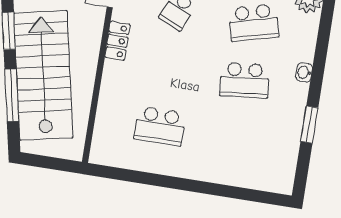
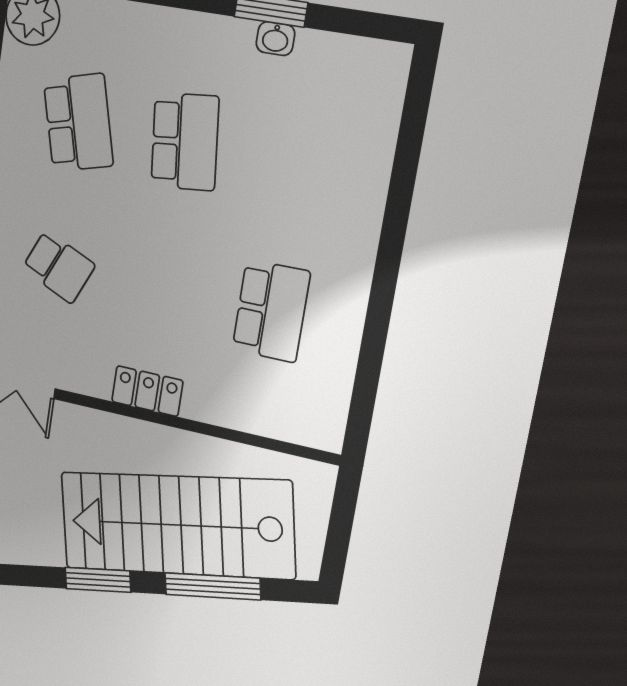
locker: (117, 41) -> (147, 391), moved
washbasin: (304, 72) -> (275, 39), moved

